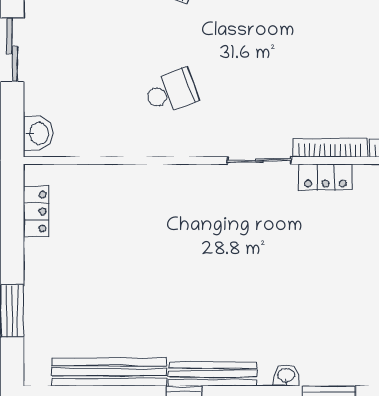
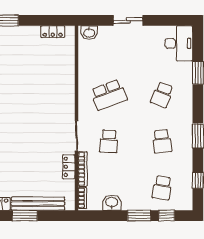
school desk: (171, 92) -> (109, 95), width x1.85
school desk: (271, 92) -> (109, 141), added

